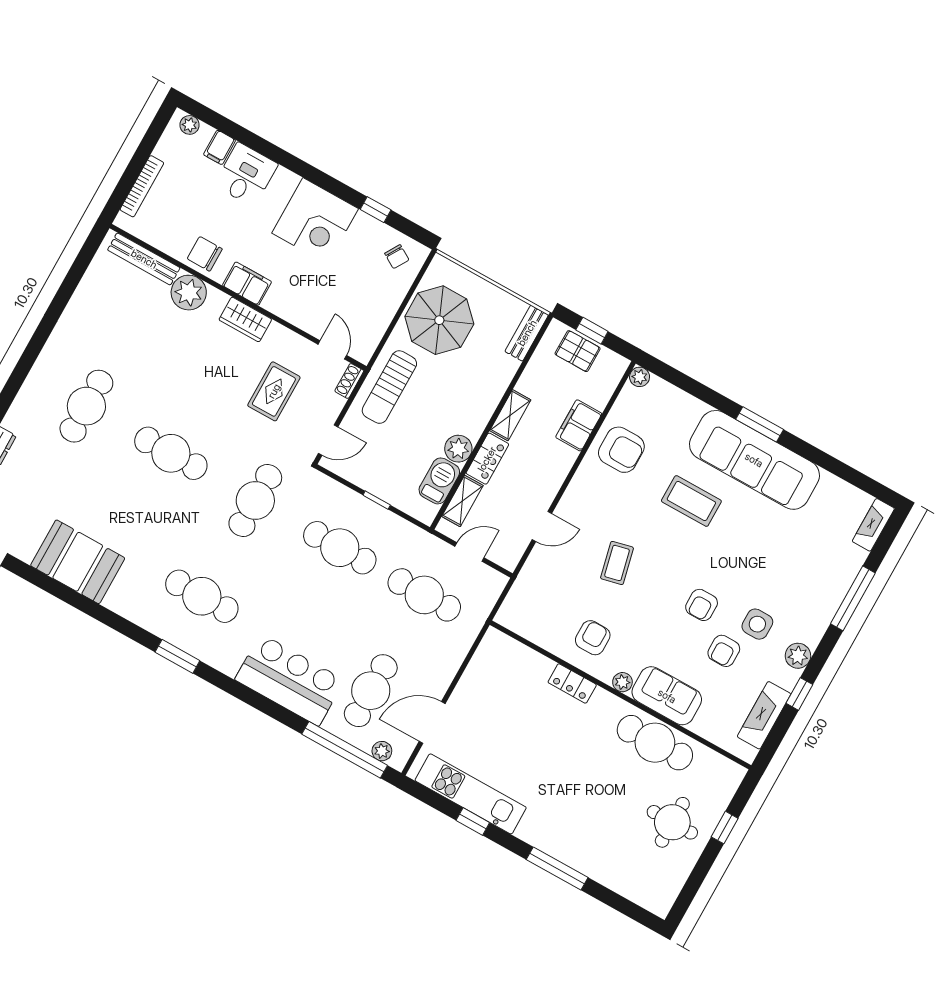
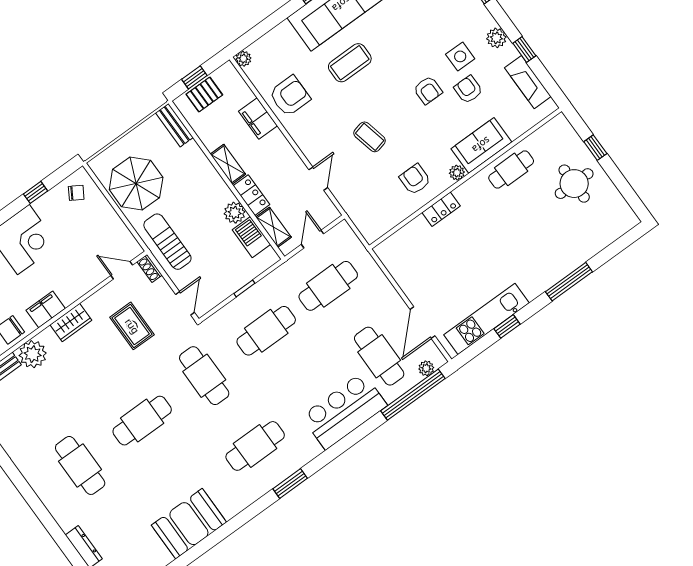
sun lounger: (389, 387) -> (167, 242), turned 180
armchair: (724, 651) -> (468, 89), turned 180
cafe table: (655, 743) -> (511, 169), width x0.73, depth x0.74

